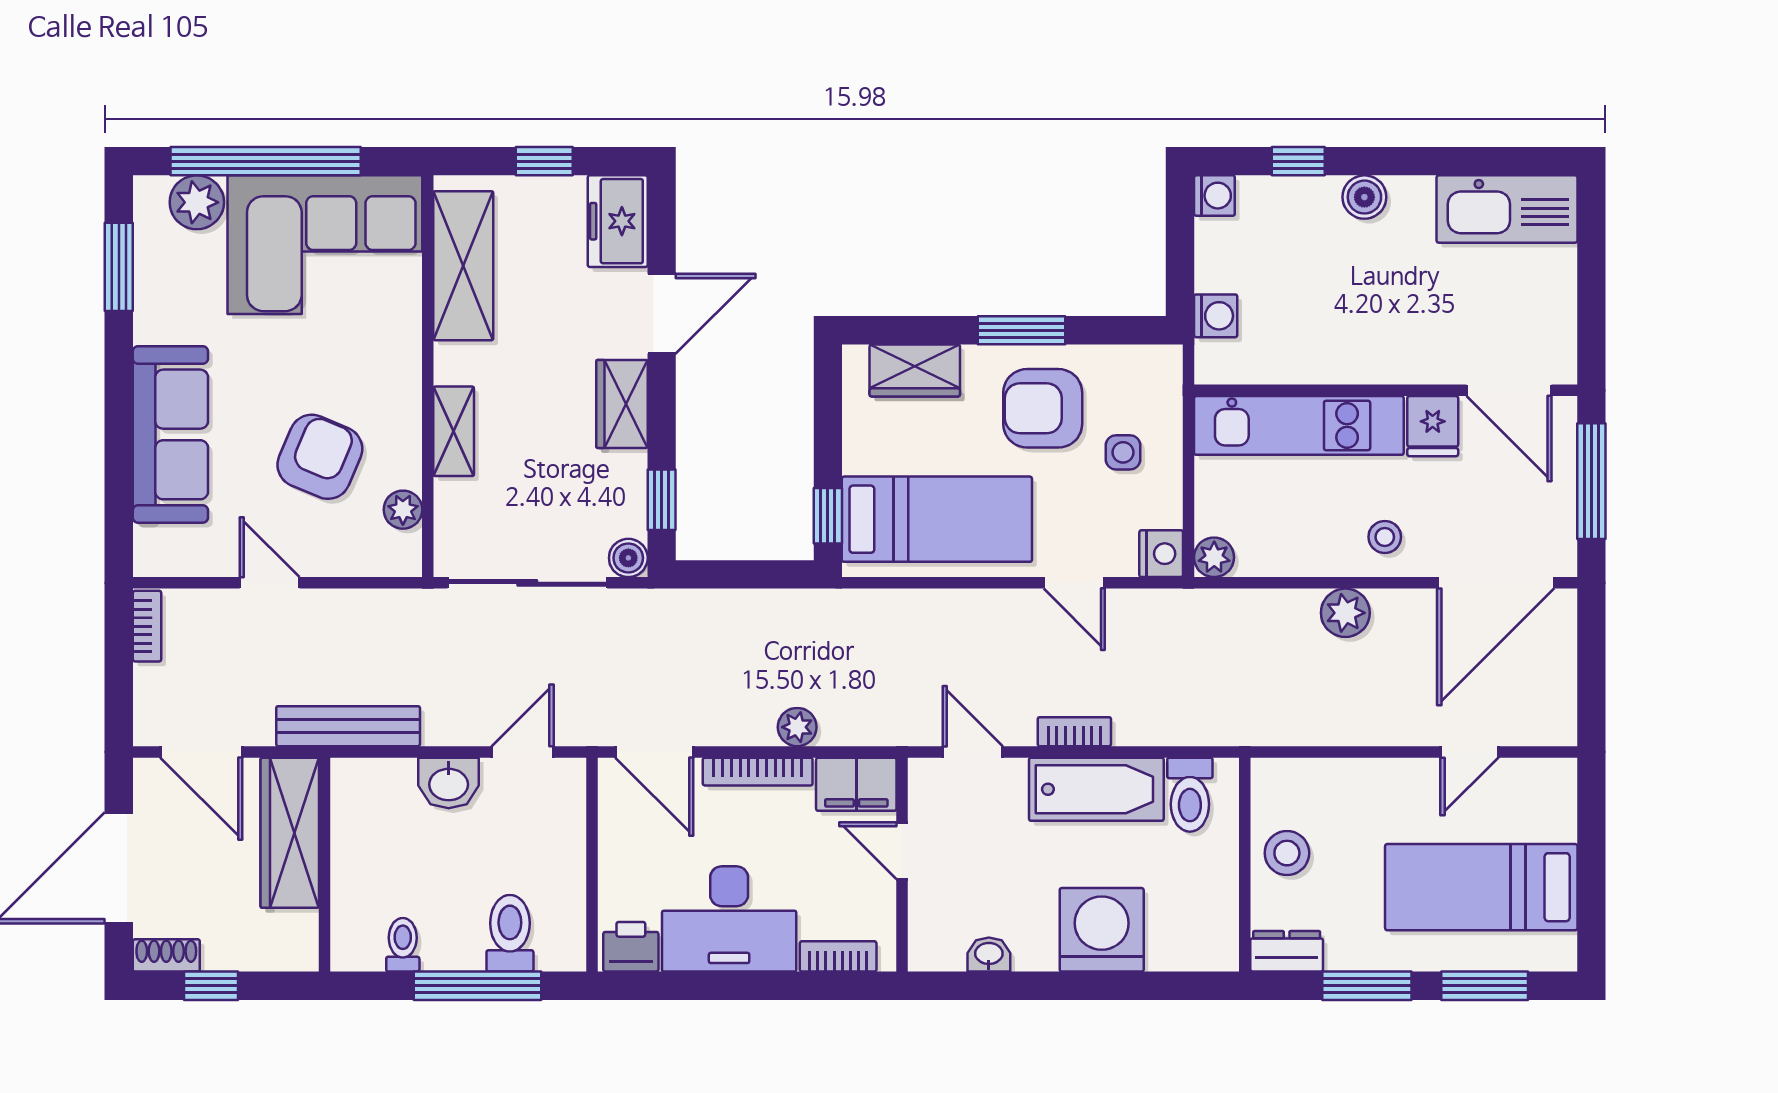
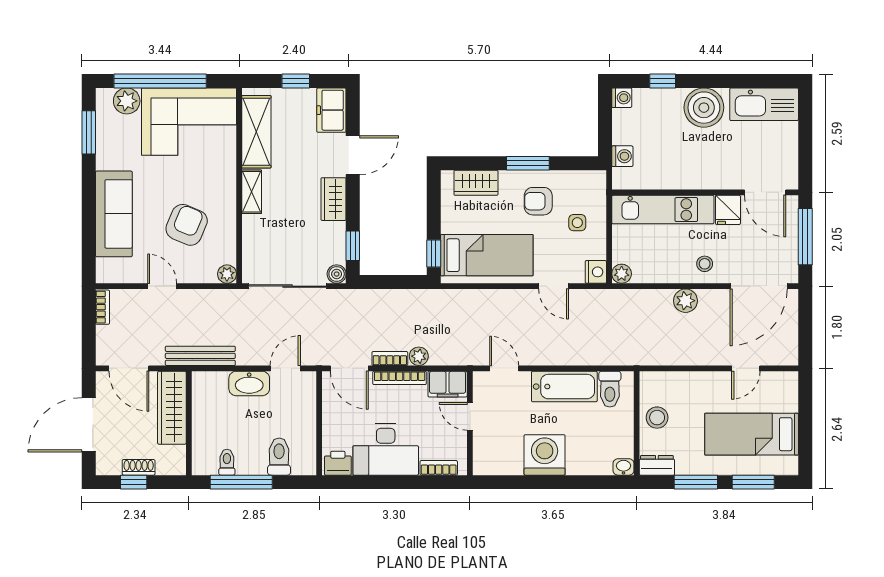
boiler: (1364, 197) -> (704, 108), width x1.86, depth x1.86
armchair: (1043, 408) -> (538, 201), width x0.72, depth x0.72
shelving: (454, 431) -> (252, 192), moved
plant: (403, 510) -> (227, 274), moved
bookcase: (1074, 732) -> (390, 358), moved
washbasin: (449, 783) -> (249, 383), width x1.38
washing machine: (1102, 930) -> (545, 455), moved
washbasin: (989, 954) -> (623, 467), moved
shoe rack: (166, 955) -> (139, 467), moved
window: (477, 986) -> (241, 482), moved

